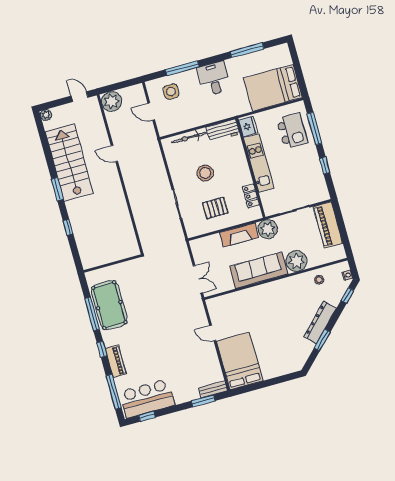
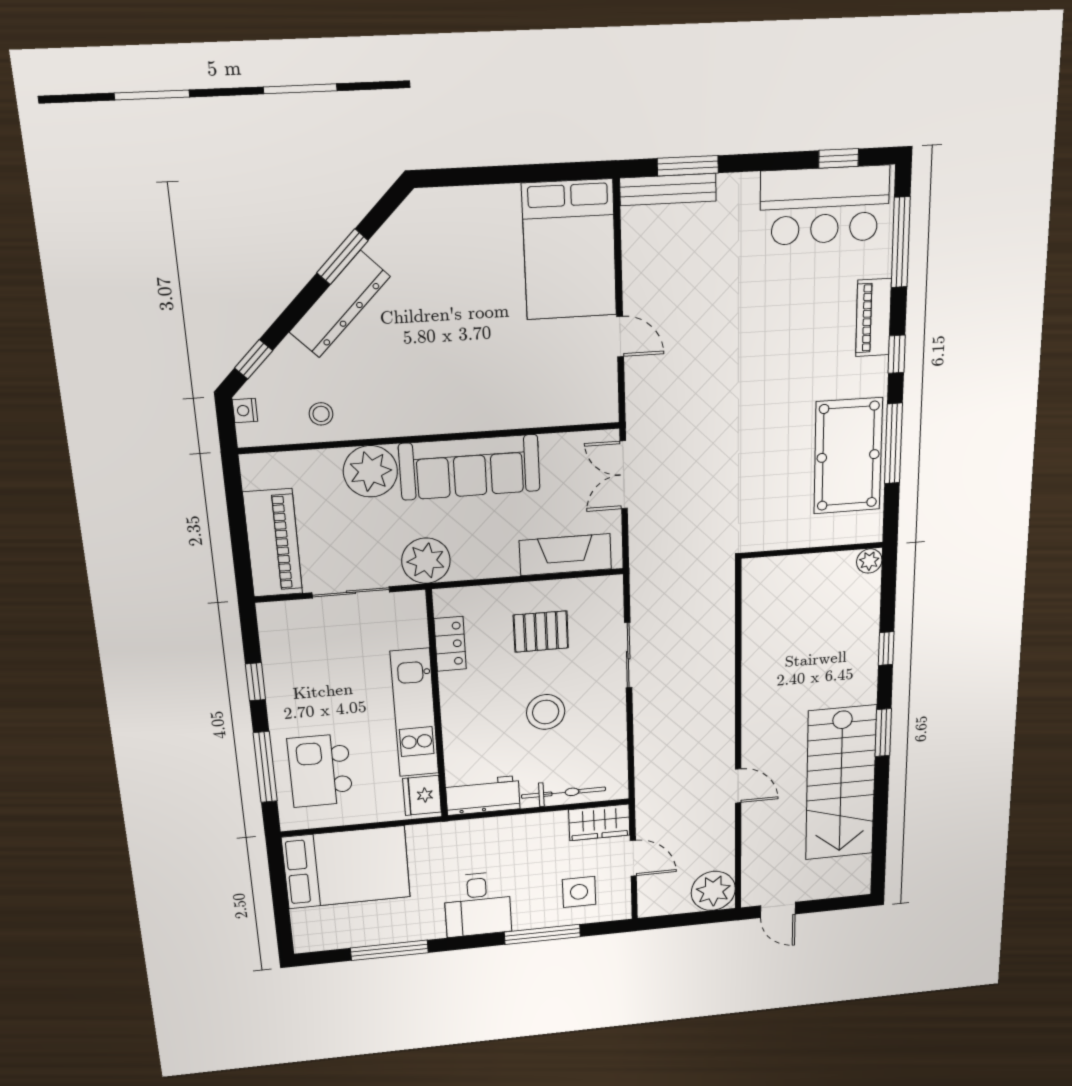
plant: (46, 115) -> (869, 561), moved
wardrobe: (170, 126) -> (599, 822), added
fireplace: (239, 235) -> (565, 555), moved
bench: (213, 389) -> (668, 190), width x1.36

